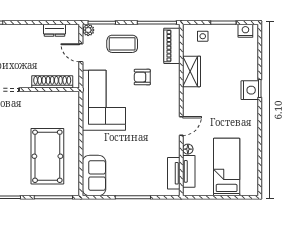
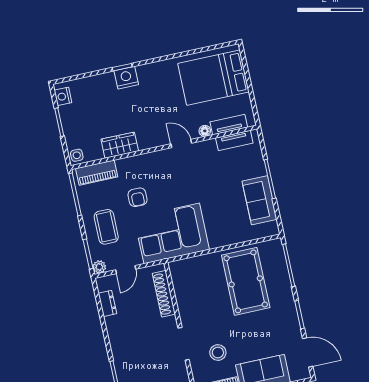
side table: (203, 36) -> (77, 155), moved
pool table: (47, 156) -> (246, 281), turned 90
bed: (227, 167) -> (213, 78), width x1.50
sofa: (94, 175) -> (260, 200), moved, turned -90

